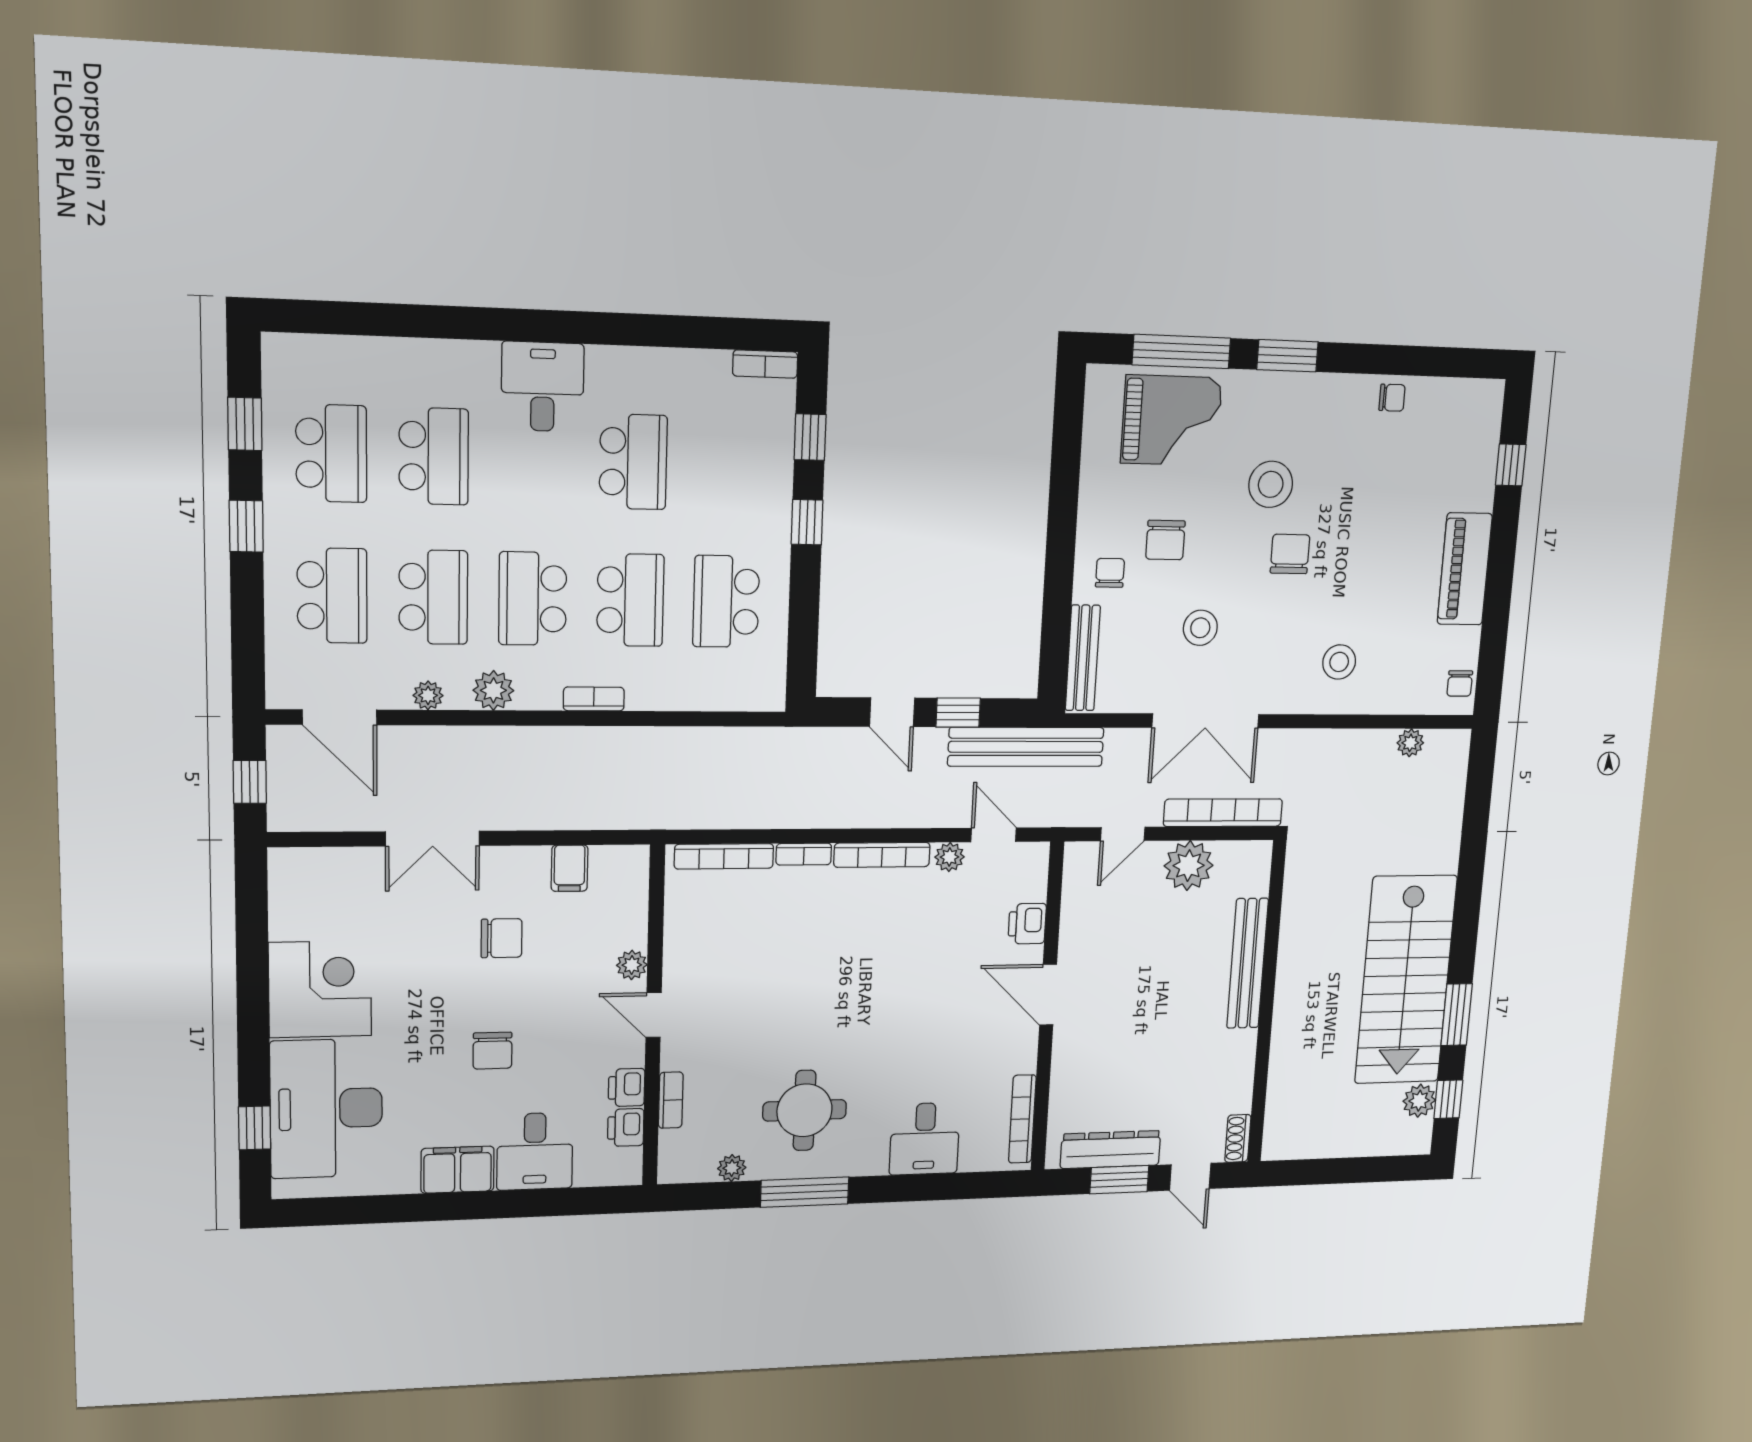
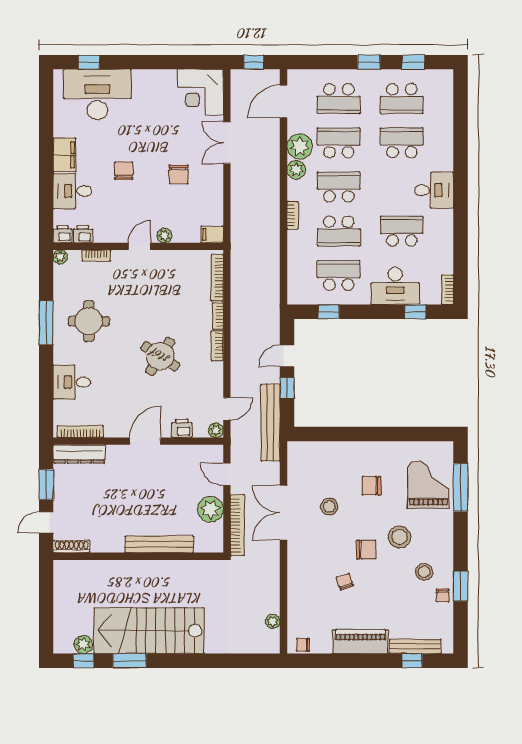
window: (1287, 356) -> (461, 586), moved
grand piano: (1171, 420) -> (428, 485), turned 180
school desk: (434, 456) -> (402, 143), turned 180
school desk: (633, 462) -> (402, 231), turned 180
desk: (753, 479) -> (395, 286), added
window: (807, 522) -> (329, 312), moved
chair: (1110, 573) -> (345, 582), moved, turned -109
school desk: (433, 597) -> (339, 143), turned 180
bench: (1083, 658) -> (415, 646), moved
stool: (1339, 662) -> (424, 572), moved
plant: (428, 695) -> (300, 146), width x1.88, depth x1.88
bookcase: (882, 855) -> (217, 346), width x0.64
plant: (950, 857) -> (216, 430), moved
filing cabinet: (570, 868) -> (212, 234), moved
round table: (881, 969) -> (160, 356), added
corner desk: (320, 989) -> (200, 92), moved, turned 90
chair: (493, 1051) -> (124, 171), turned 90
printer: (627, 1087) -> (63, 234), moved
shoe rack: (1238, 1138) -> (72, 546), width x1.43
dresser: (1111, 1150) -> (79, 454), moved, turned 90
plant: (732, 1168) -> (60, 257), moved

